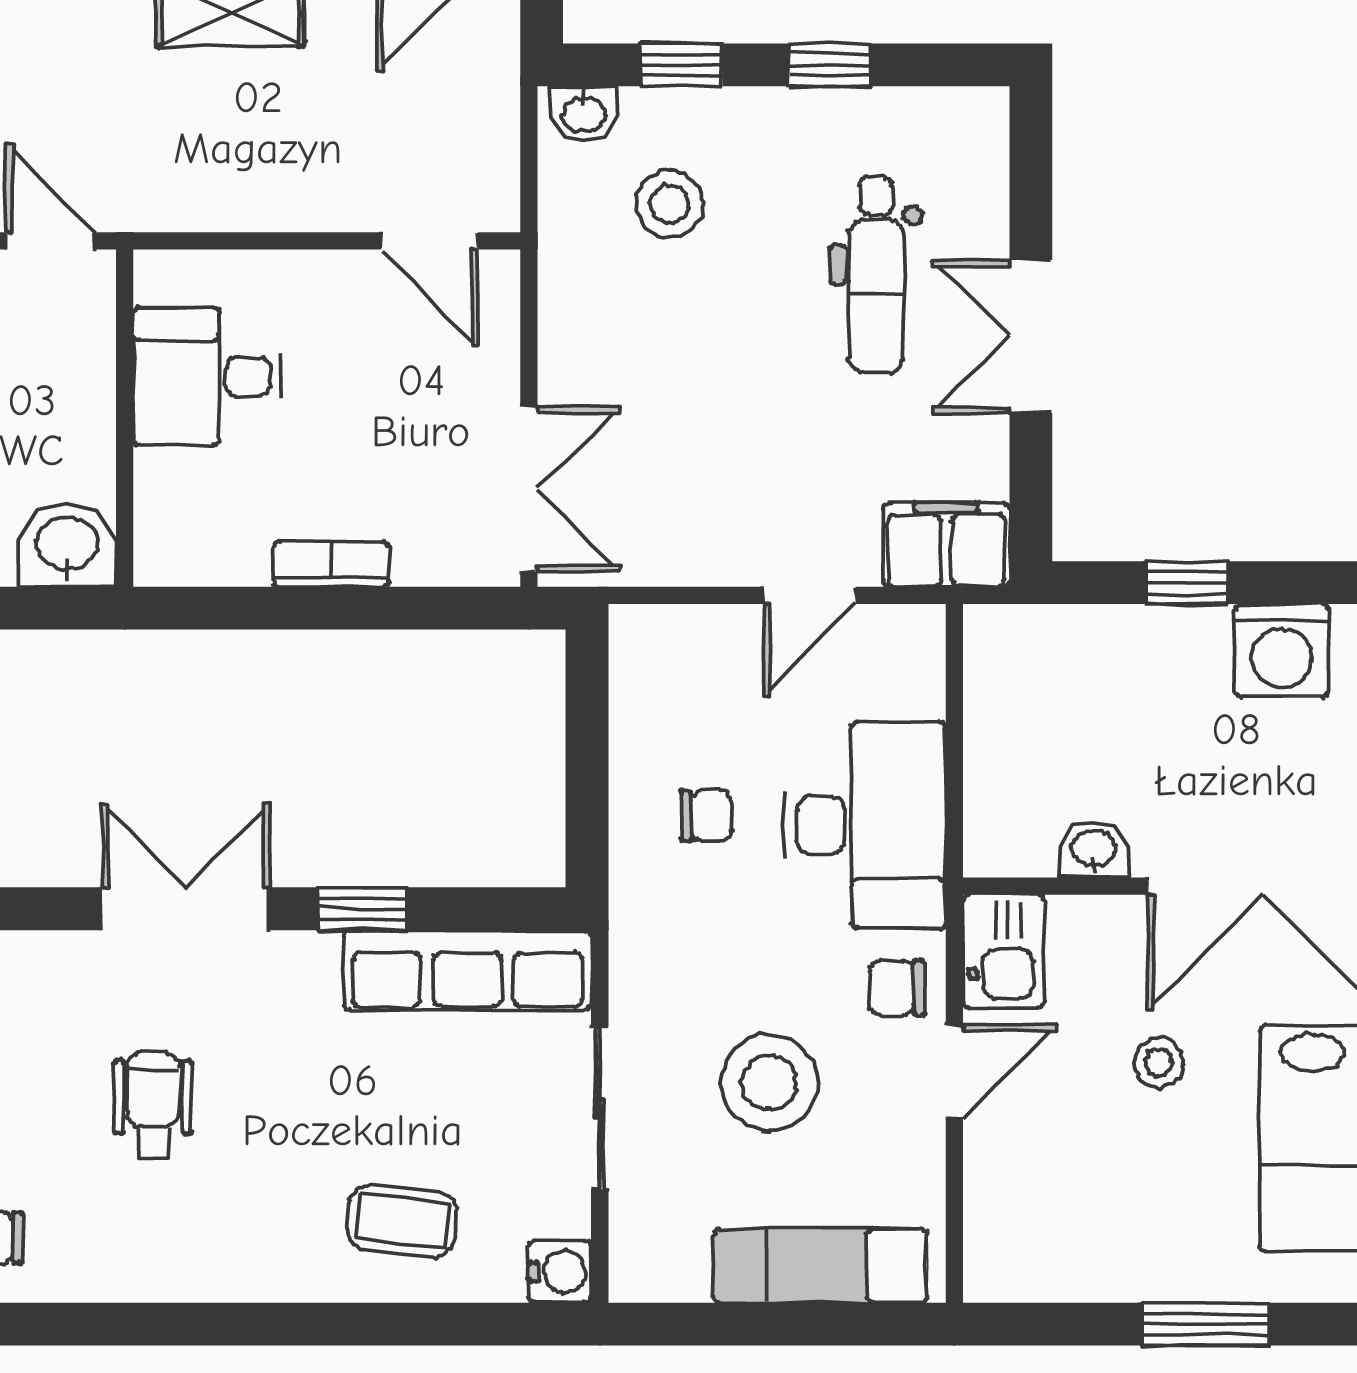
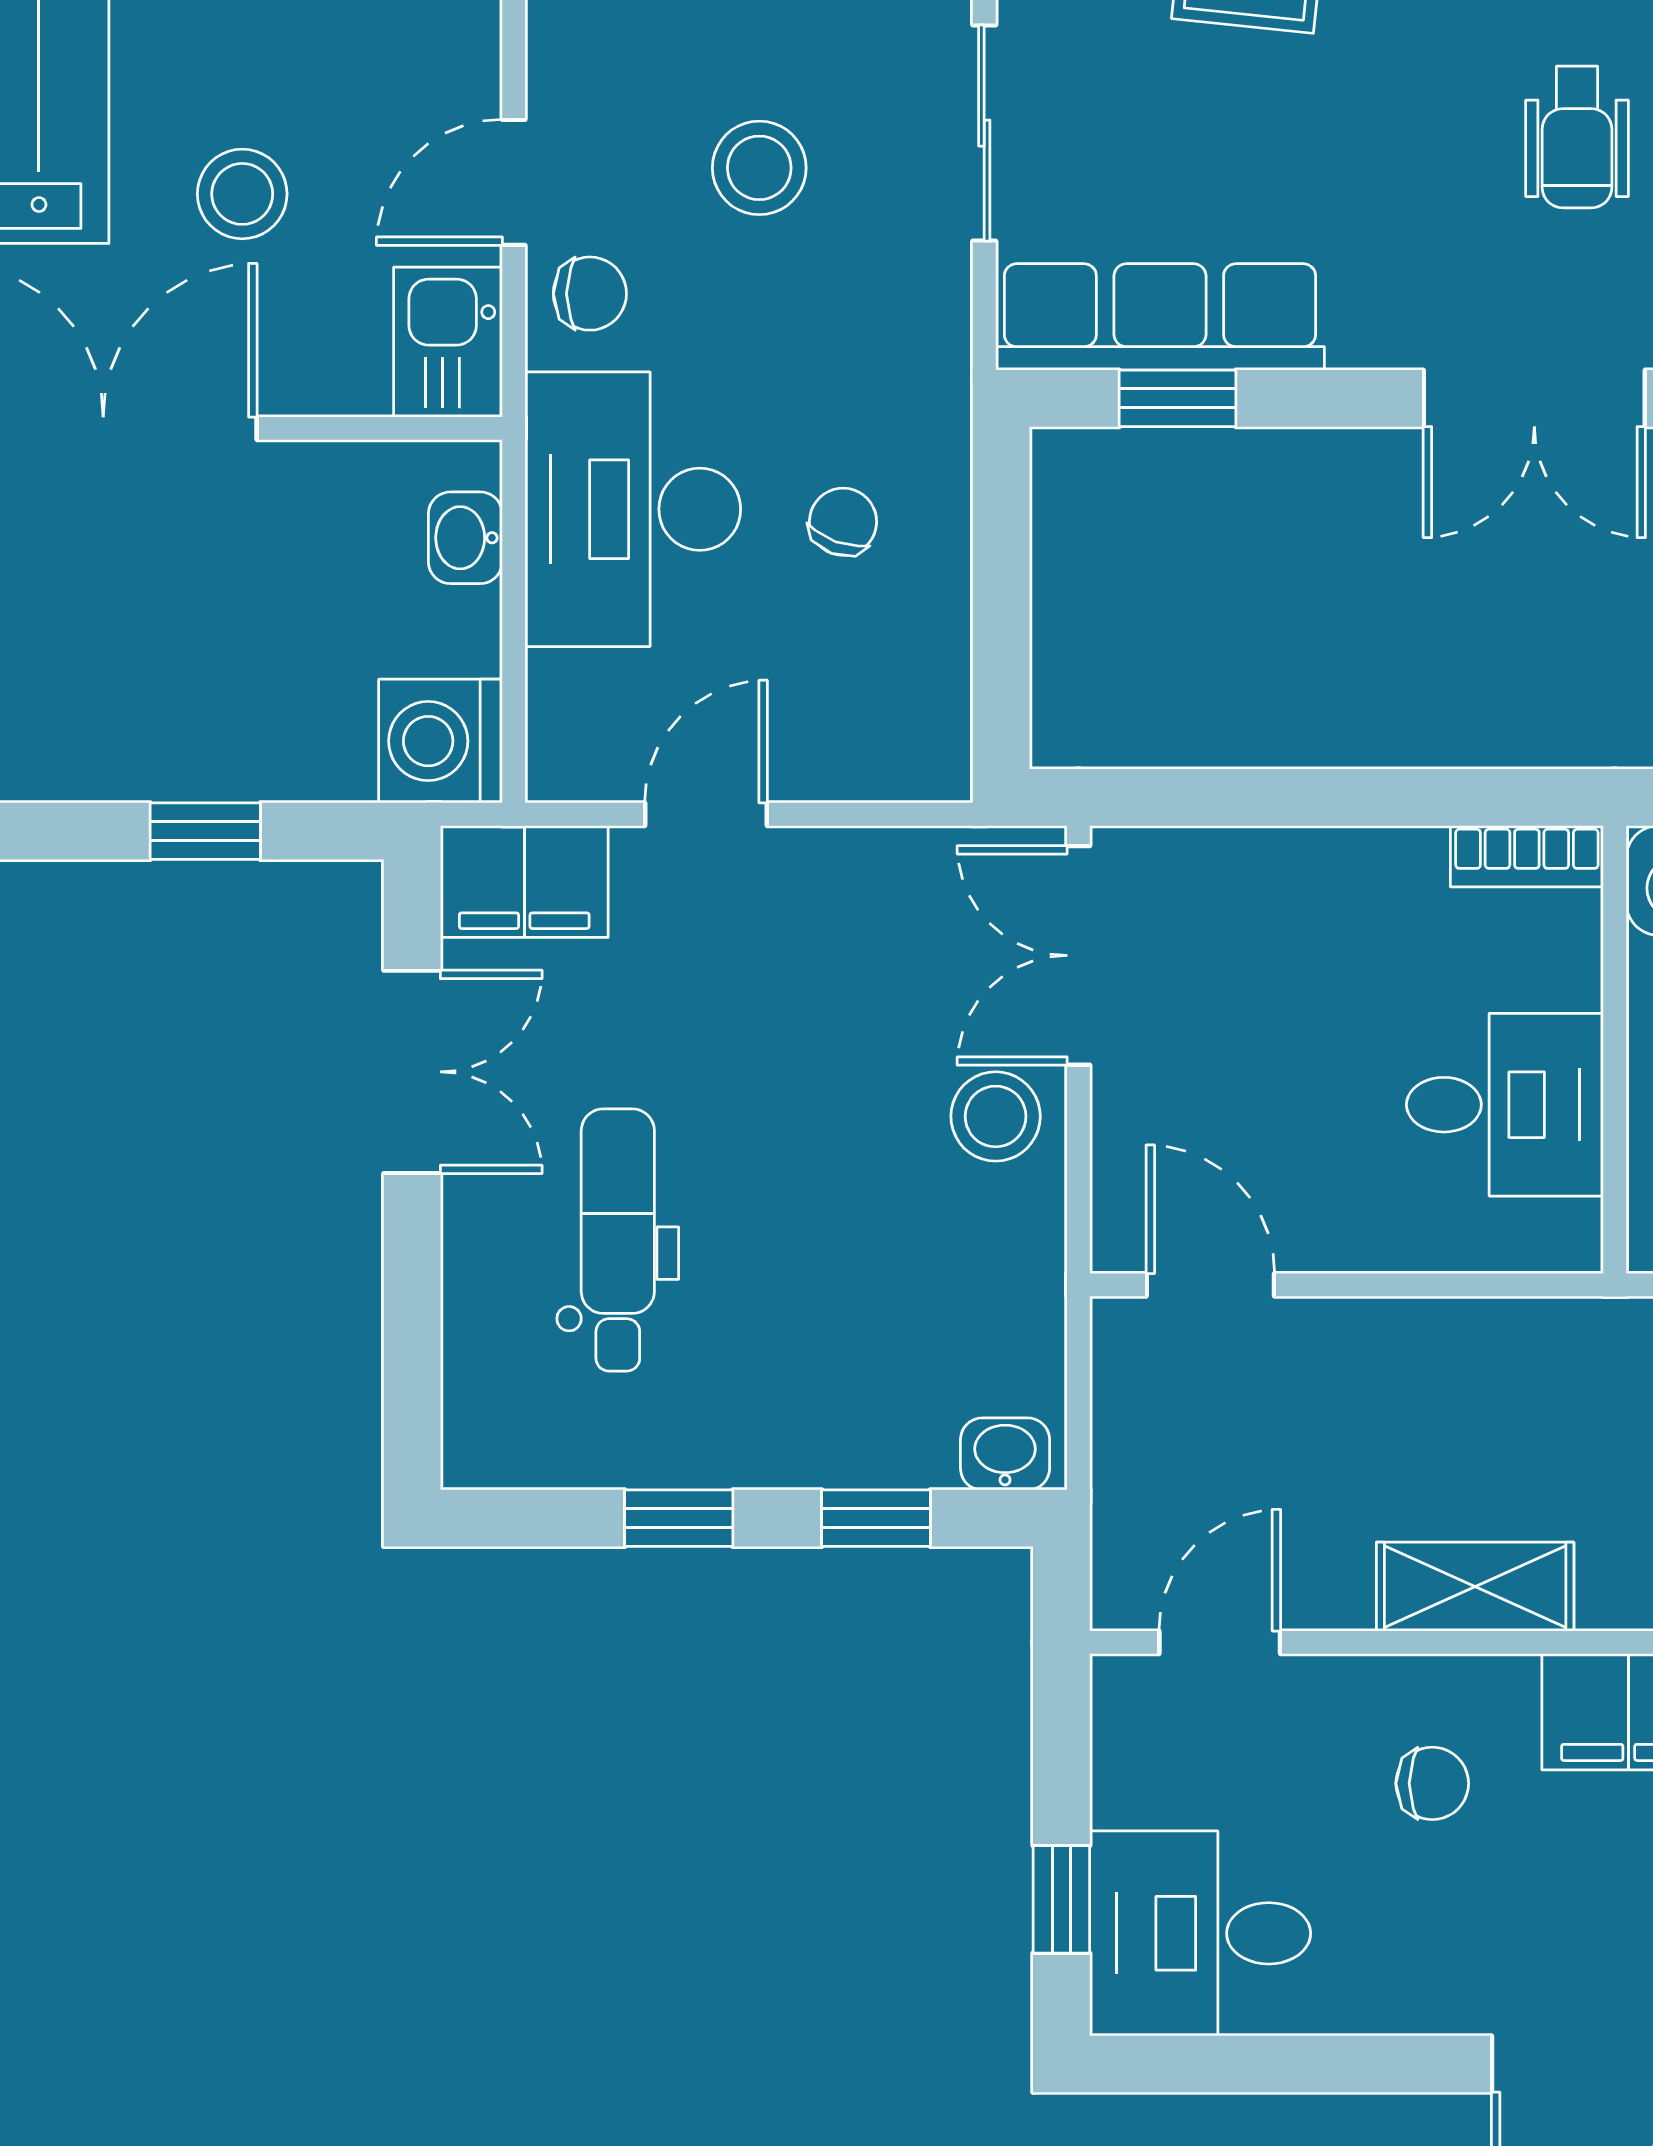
stool: (669, 204) -> (996, 1116), moved
double door: (1031, 336) -> (412, 1072), moved
bookcase: (331, 564) -> (1527, 856), moved
washing machine: (1282, 650) -> (441, 741), moved, turned -90
chair: (706, 816) -> (843, 522), turned 110
washbasin: (1094, 850) -> (465, 538), moved, turned 90
window: (363, 909) -> (1178, 398), moved
stool: (1159, 1063) -> (242, 194), width x1.37, depth x1.37
stool: (769, 1082) -> (759, 168), width x0.73, depth x0.73

